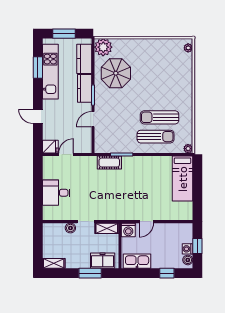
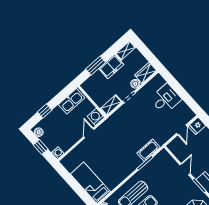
wardrobe: (54, 229) -> (146, 73), added
washing machine: (187, 249) -> (58, 153), moved
freezer: (103, 261) -> (111, 67), moved

